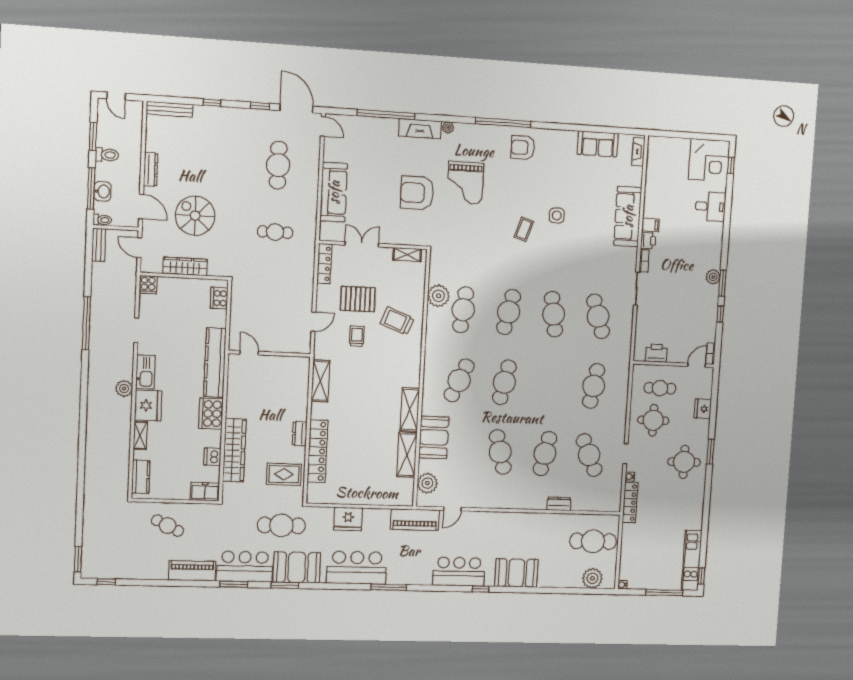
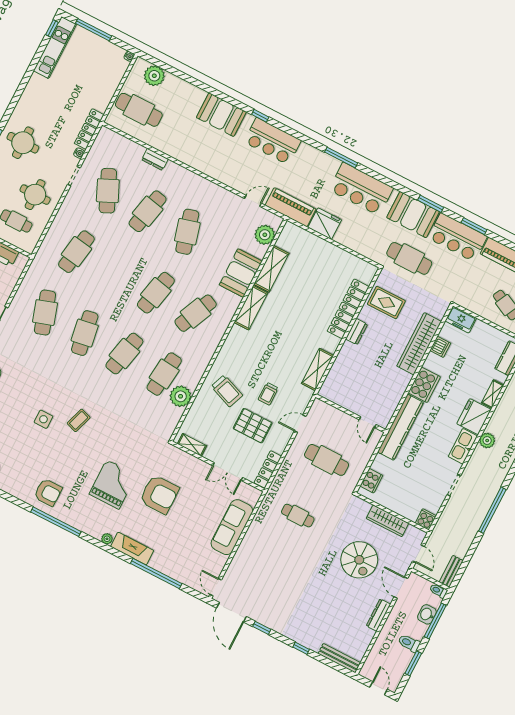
cafe table: (278, 165) -> (327, 460), moved, turned 90
fridge: (348, 519) -> (325, 224), moved

